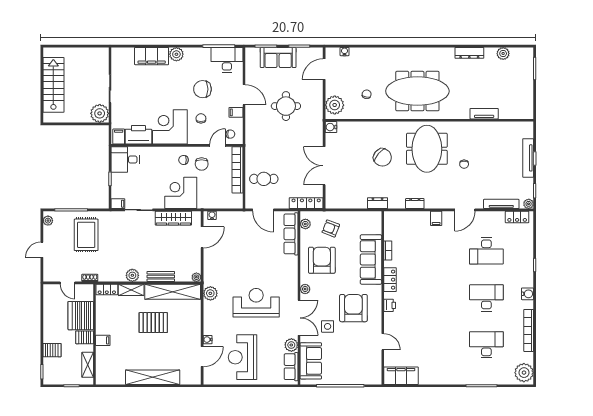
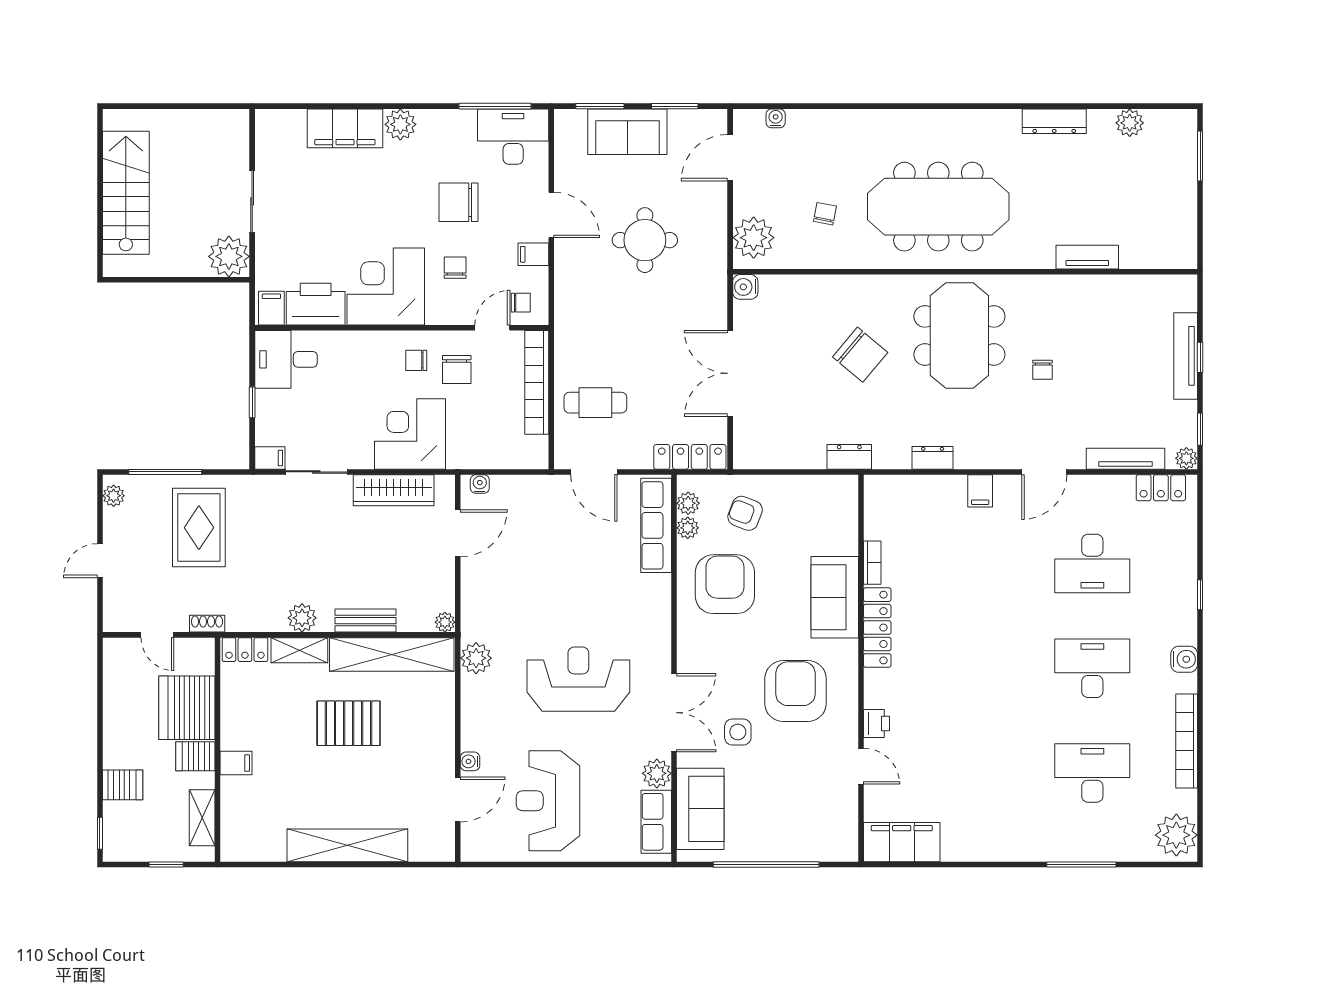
sofa: (371, 259) -> (835, 597), width x0.73
locker: (390, 280) -> (877, 628), width x1.53
plant: (305, 289) -> (688, 528), moved
printer: (390, 305) -> (876, 724), moved

